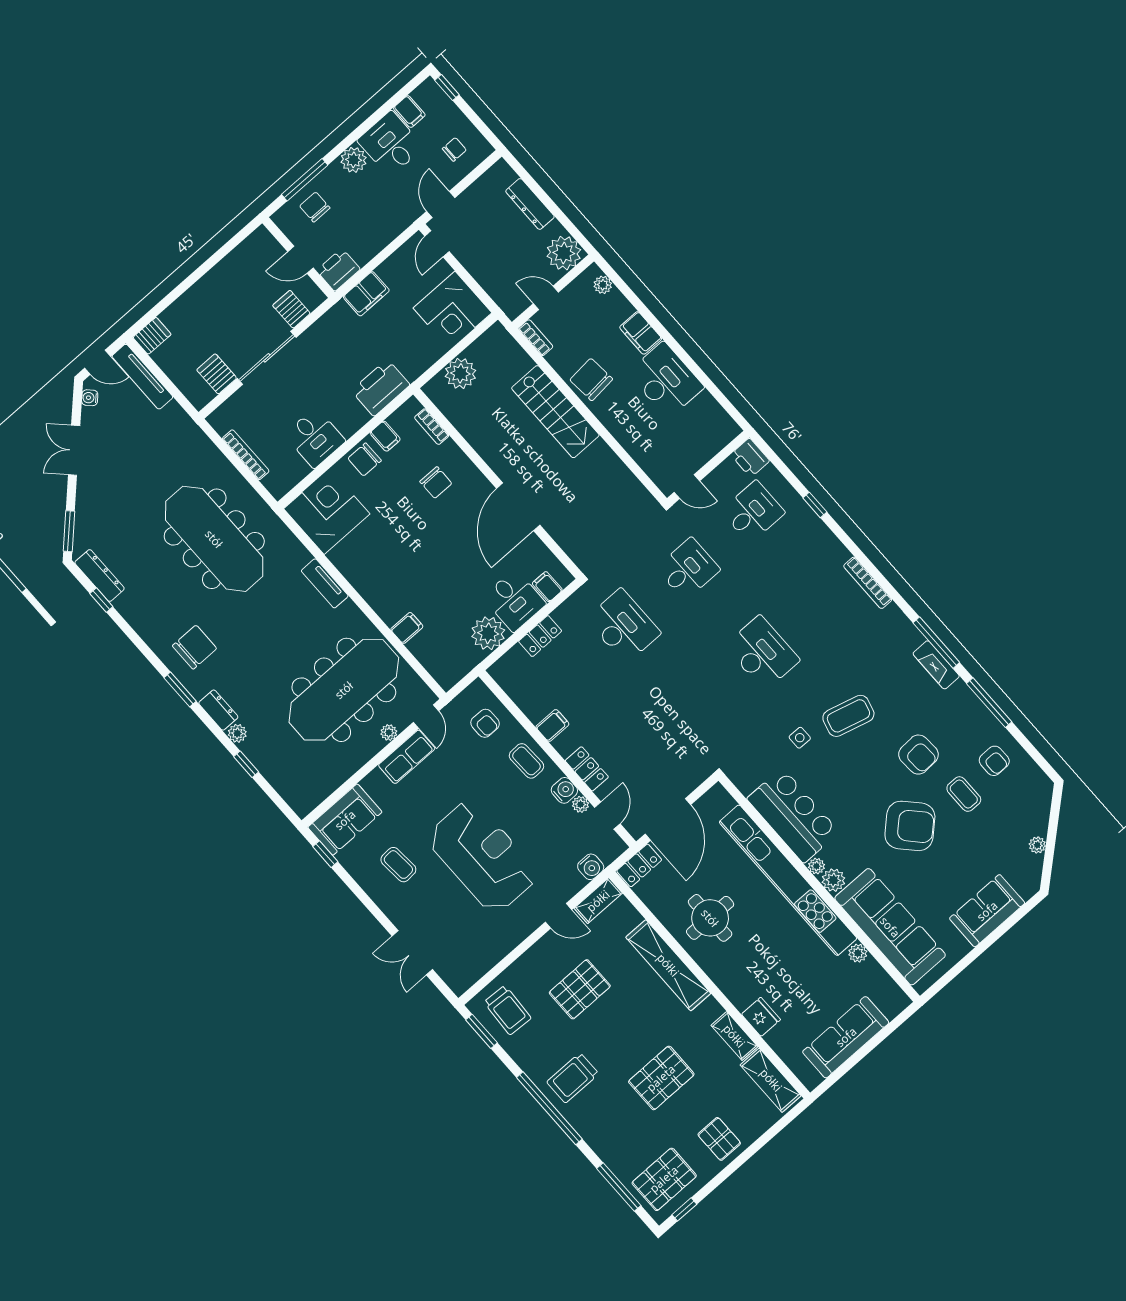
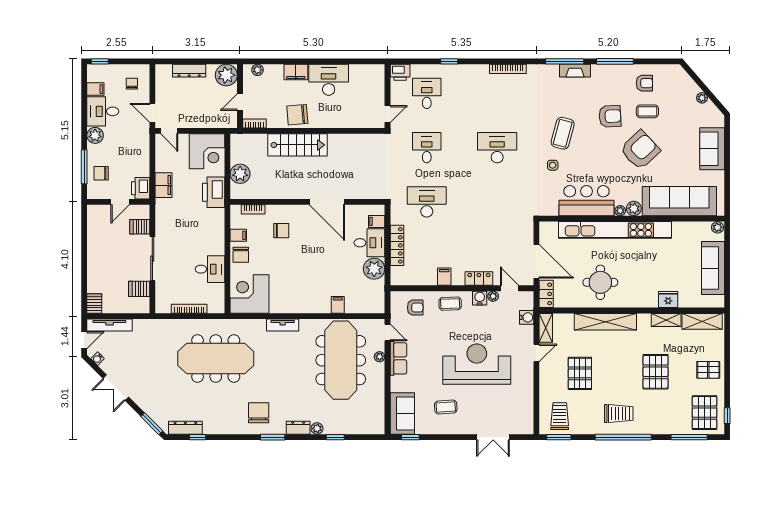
printer: (381, 388) -> (214, 192), moved
locker: (540, 636) -> (397, 245), width x1.53
plant: (858, 953) -> (717, 227), moved
trolley: (508, 1010) -> (560, 416), turned -93
trolley: (573, 1078) -> (619, 414), turned -90

